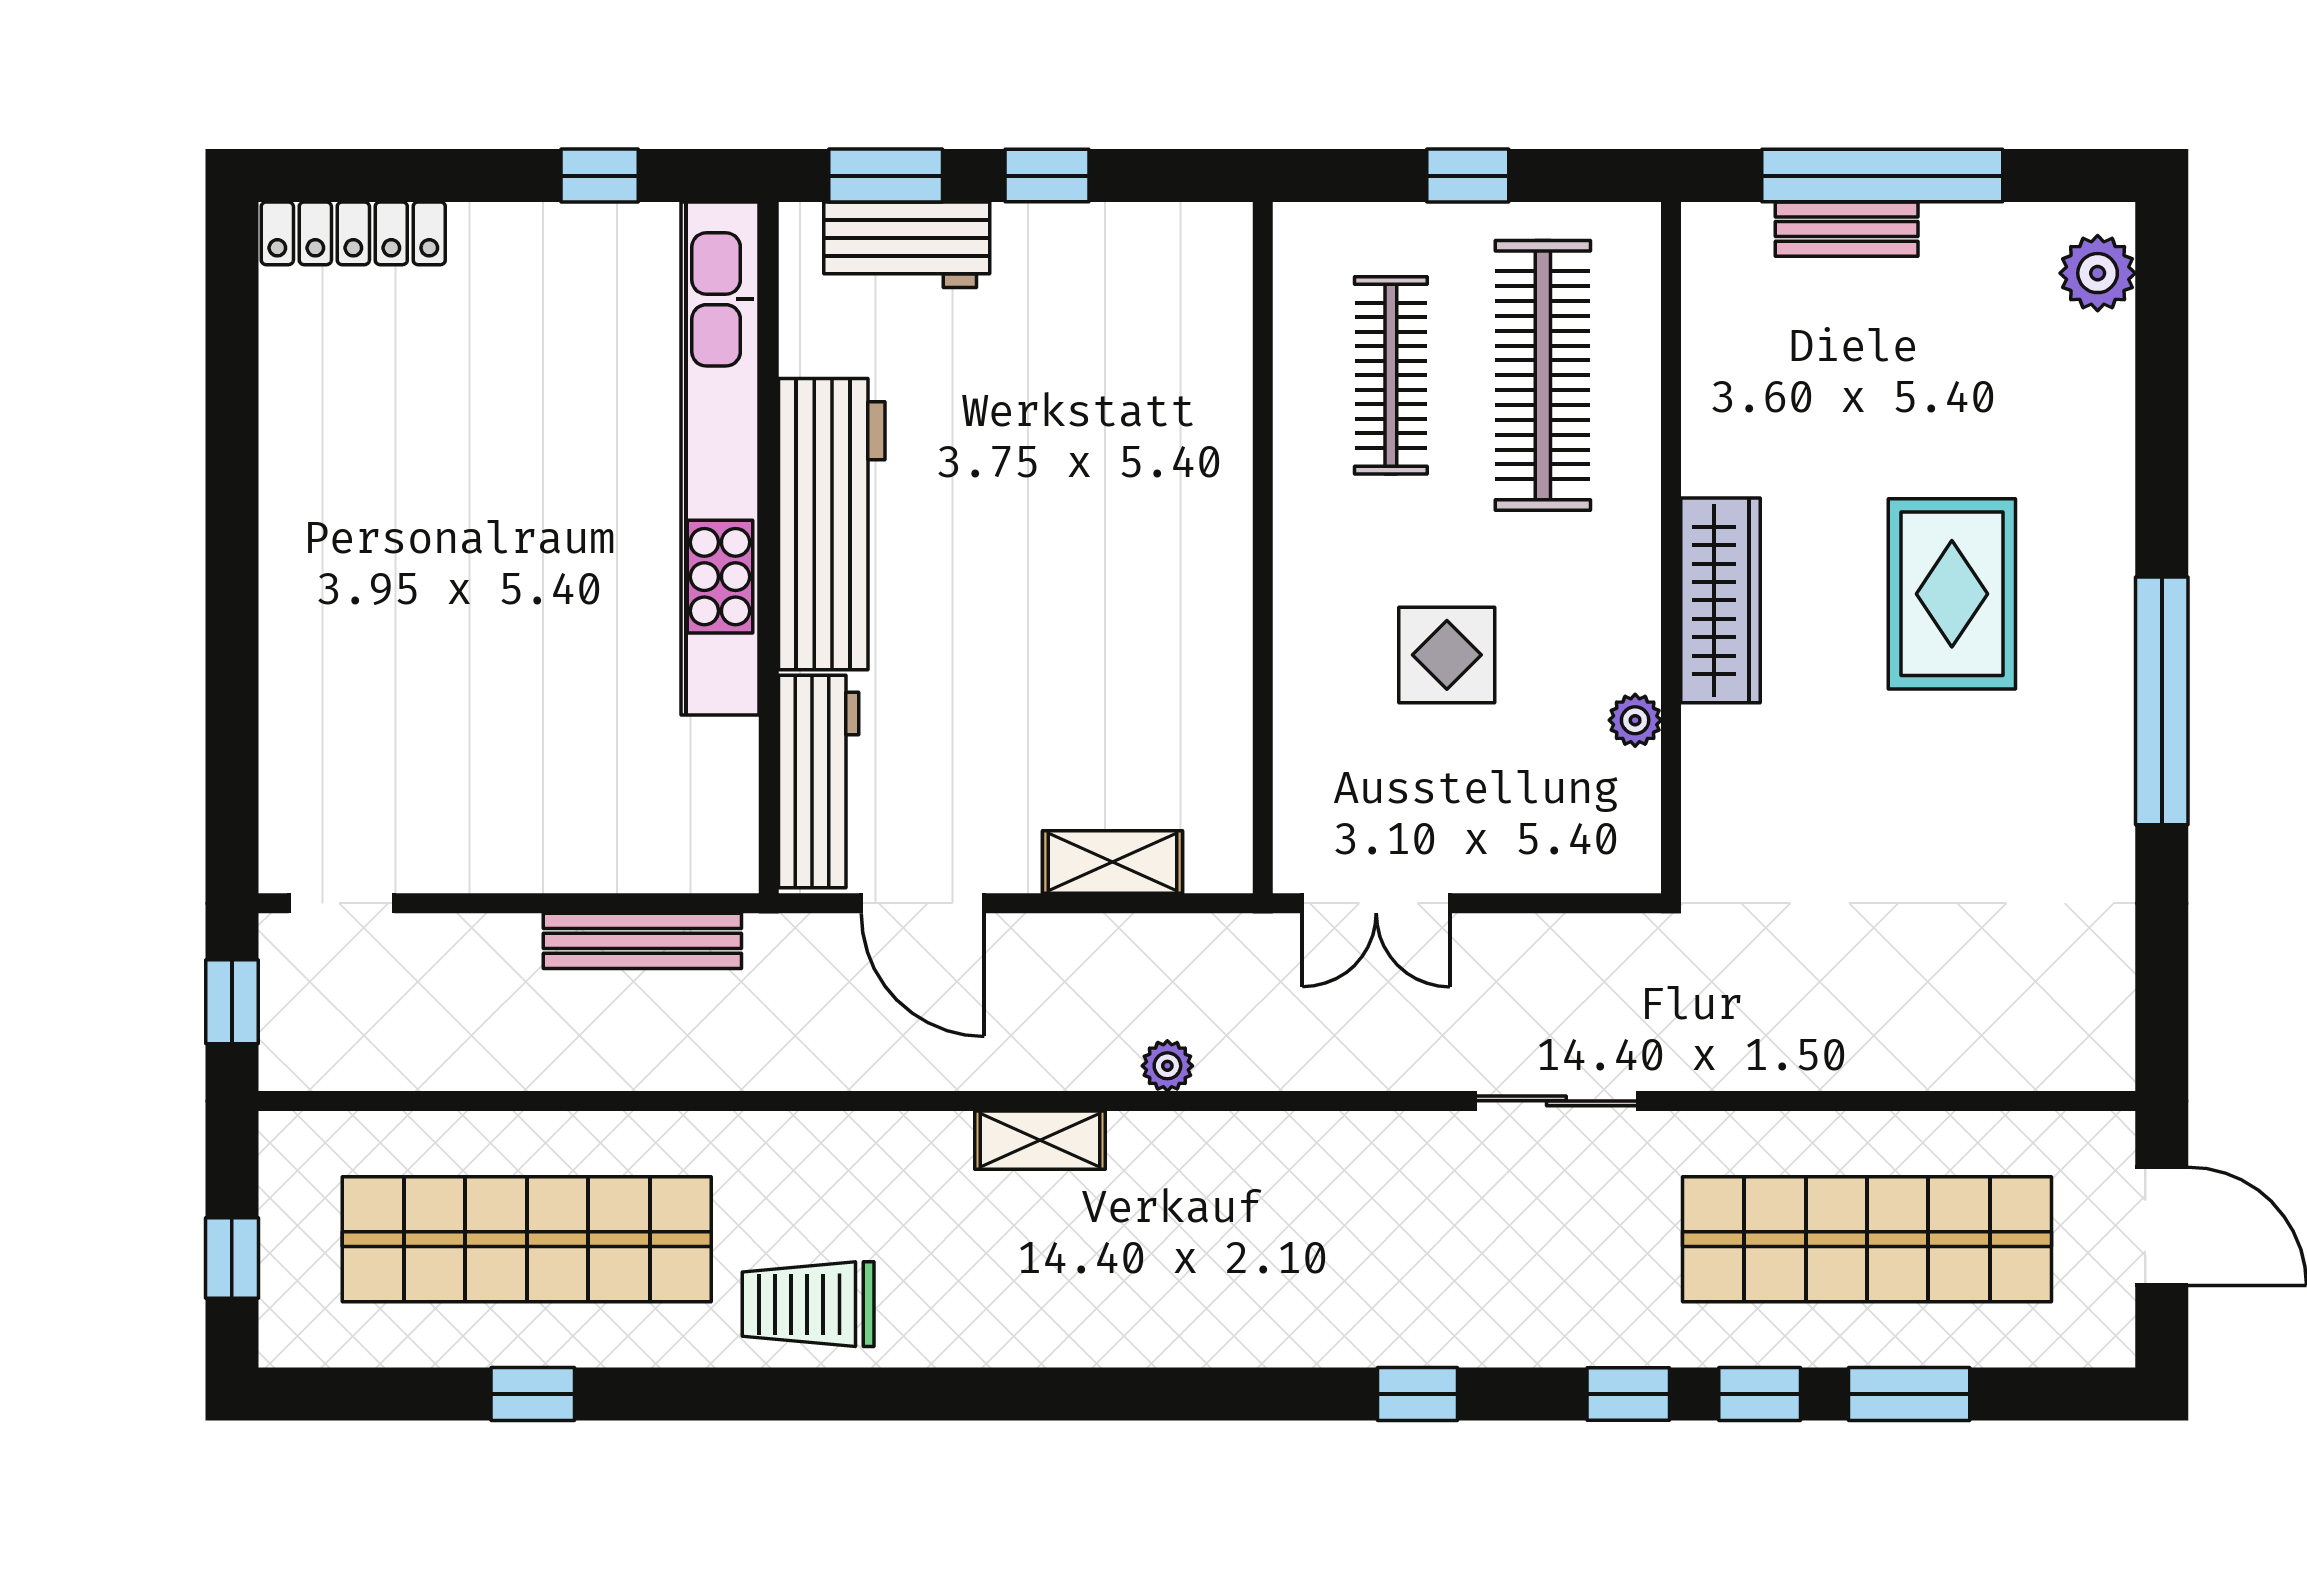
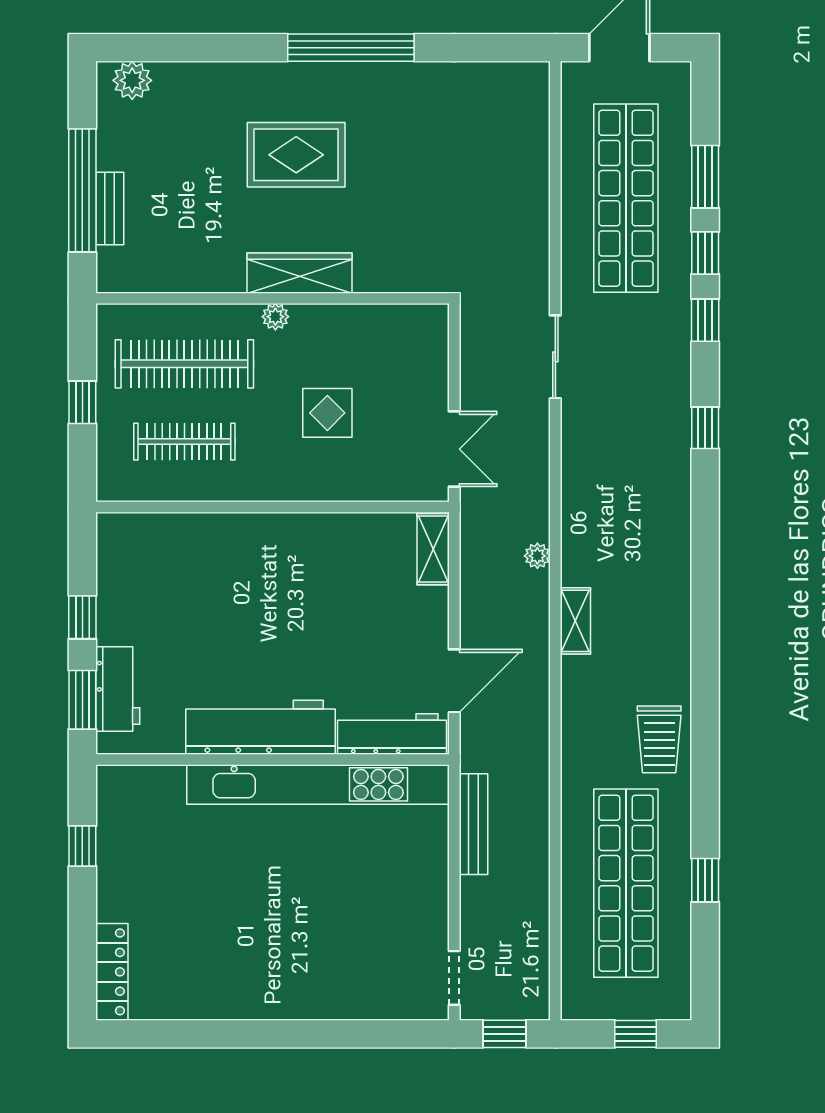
kitchen unit: (720, 459) -> (318, 784), moved
plant: (1635, 720) -> (275, 317), moved
shelving: (1112, 862) -> (433, 549), moved

